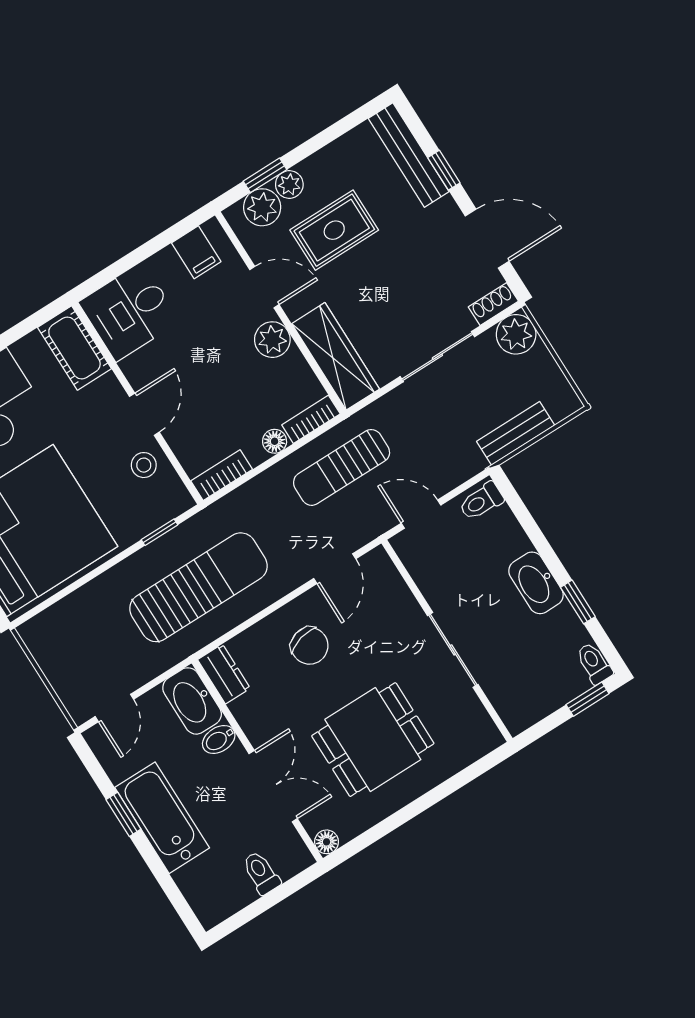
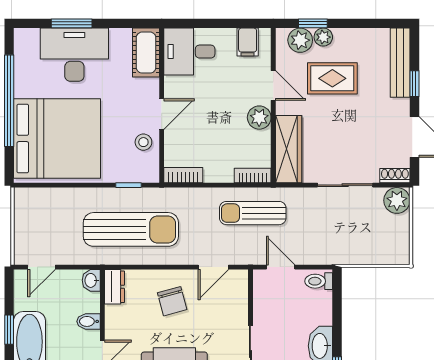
bench: (516, 433) -> (362, 255), removed
floor lamp: (275, 441) -> (225, 175), removed
washbasin: (192, 701) -> (91, 280), width x0.52, depth x0.69

